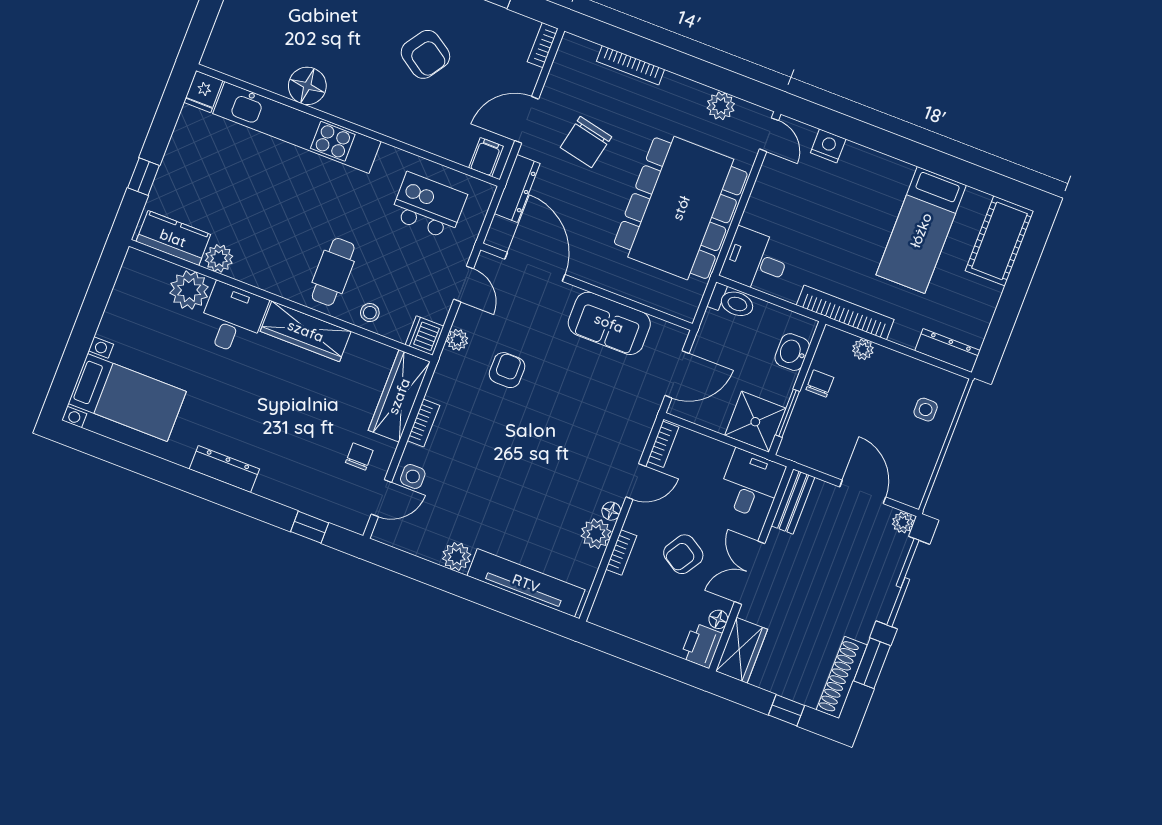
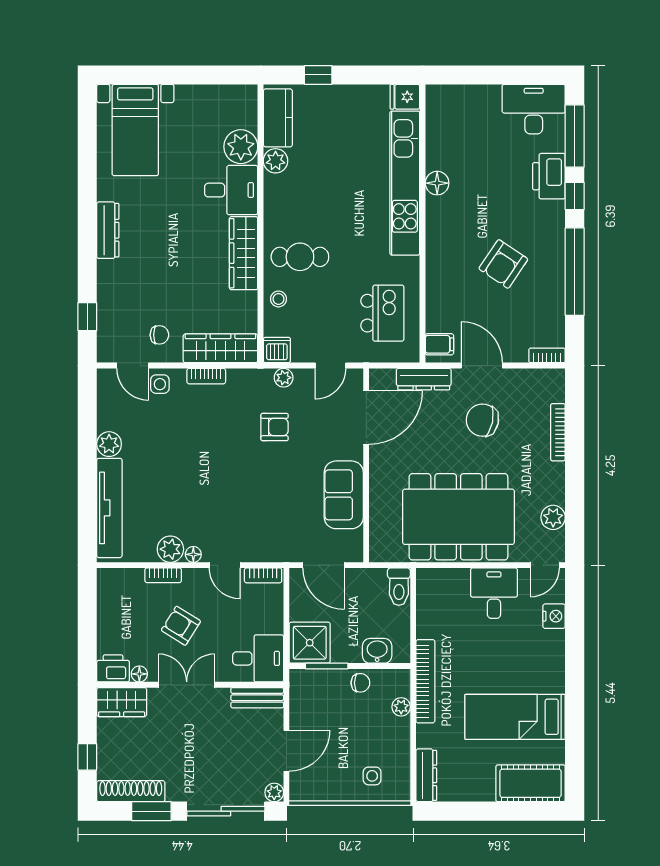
floor lamp: (307, 86) -> (437, 183), width x0.73, depth x0.73
desk: (756, 261) -> (494, 593), moved

